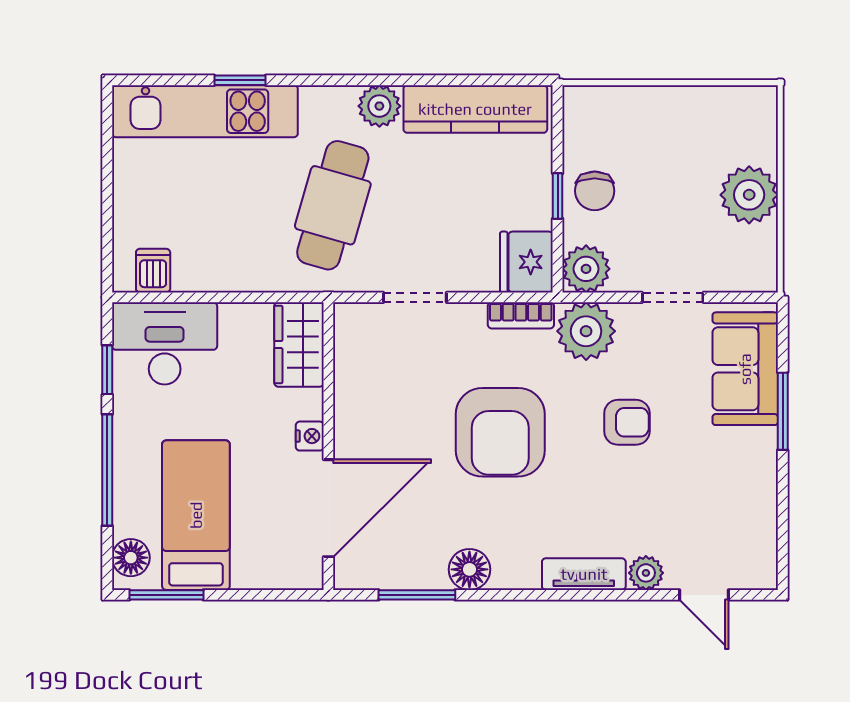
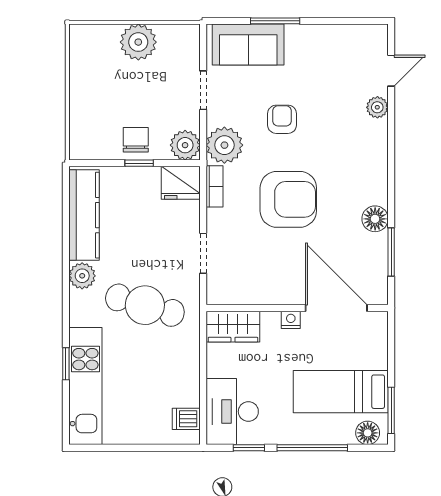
chair: (595, 191) -> (136, 140), turned -90
tv unit: (584, 574) -> (378, 147), removed

